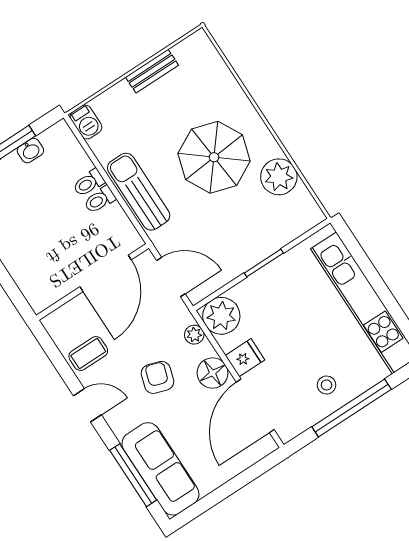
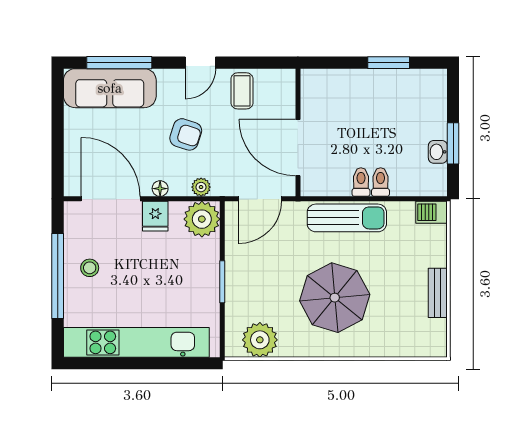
plant: (279, 177) -> (260, 340), moved
floor lamp: (213, 373) -> (160, 189), width x0.53, depth x0.53

